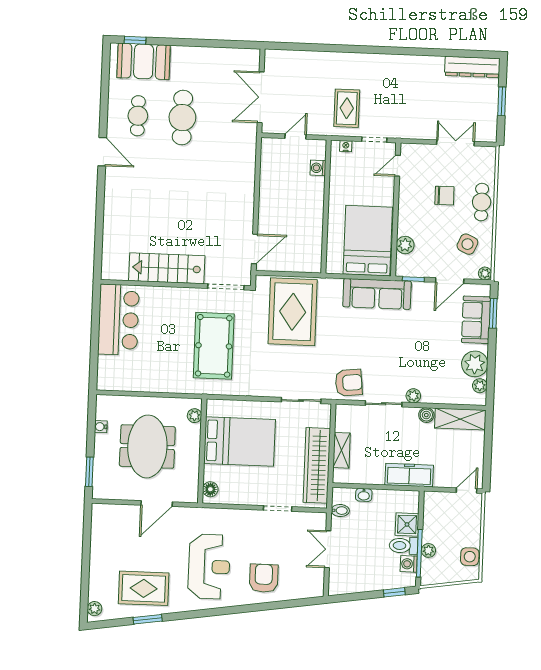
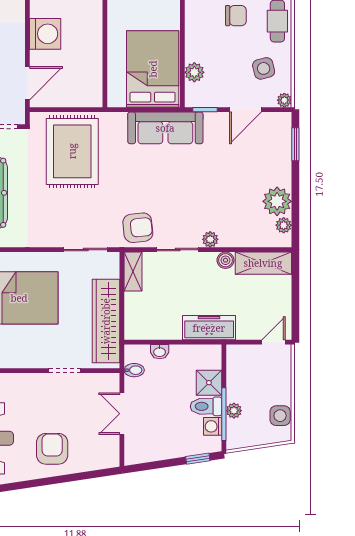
washing machine: (272, 205) -> (45, 34), added
side table: (467, 244) -> (264, 68), turned -38
sofa: (476, 320) -> (276, 152), removed
shelving: (342, 450) -> (133, 272), moved

